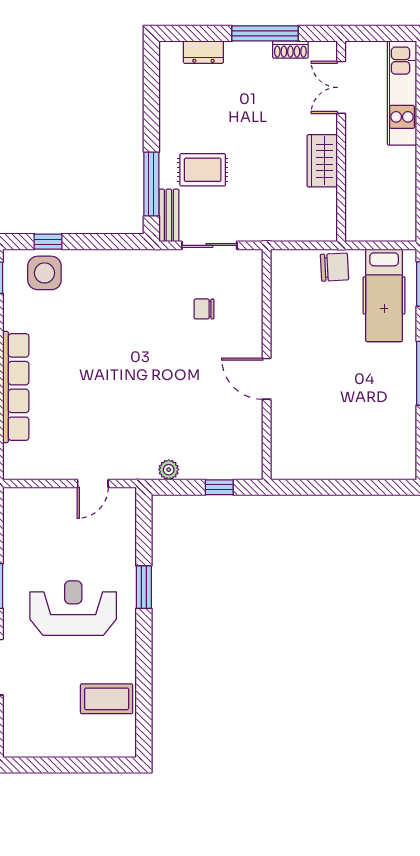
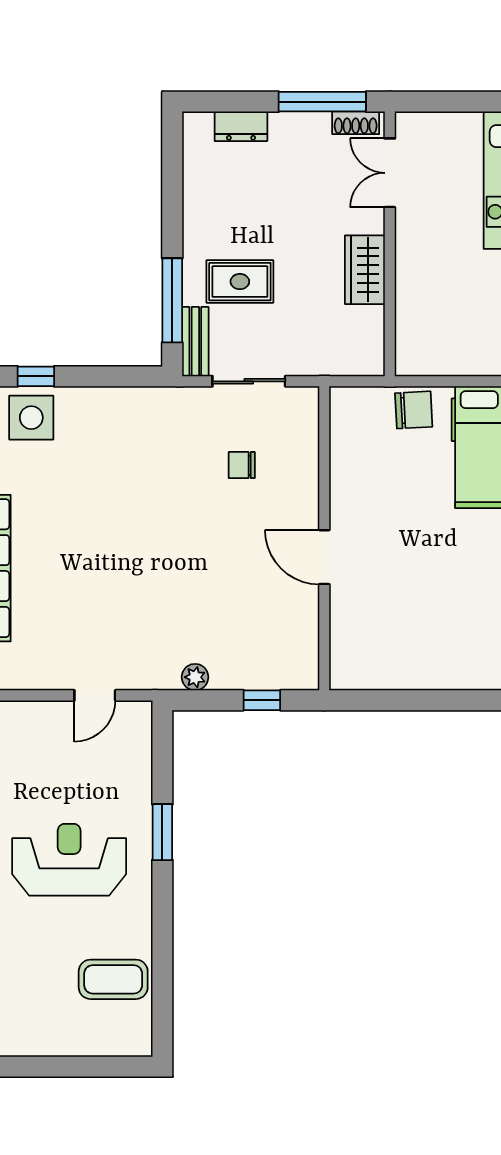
double door: (341, 87) -> (390, 173), moved
wall: (341, 141) -> (390, 244), moved
wardrobe: (322, 161) -> (365, 270), moved

